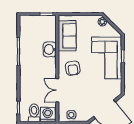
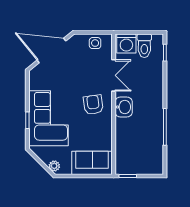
sofa: (67, 36) -> (92, 163), moved, turned 90
washbasin: (50, 49) -> (124, 107), moved

